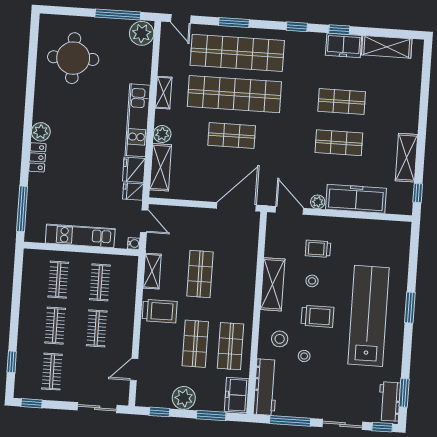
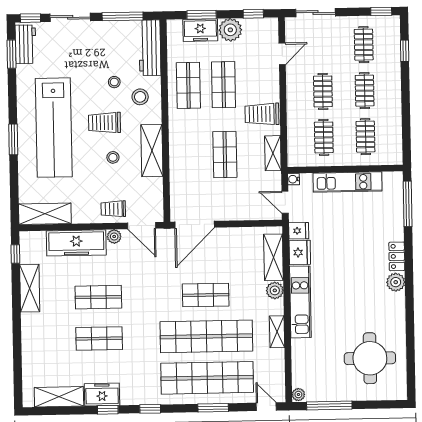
plant: (142, 33) -> (298, 395), width x0.53, depth x0.53
shelving: (385, 231) -> (45, 214), added
trolley: (318, 249) -> (113, 209), moved, turned 180
freezer: (237, 395) -> (200, 30), moved, turned 90

